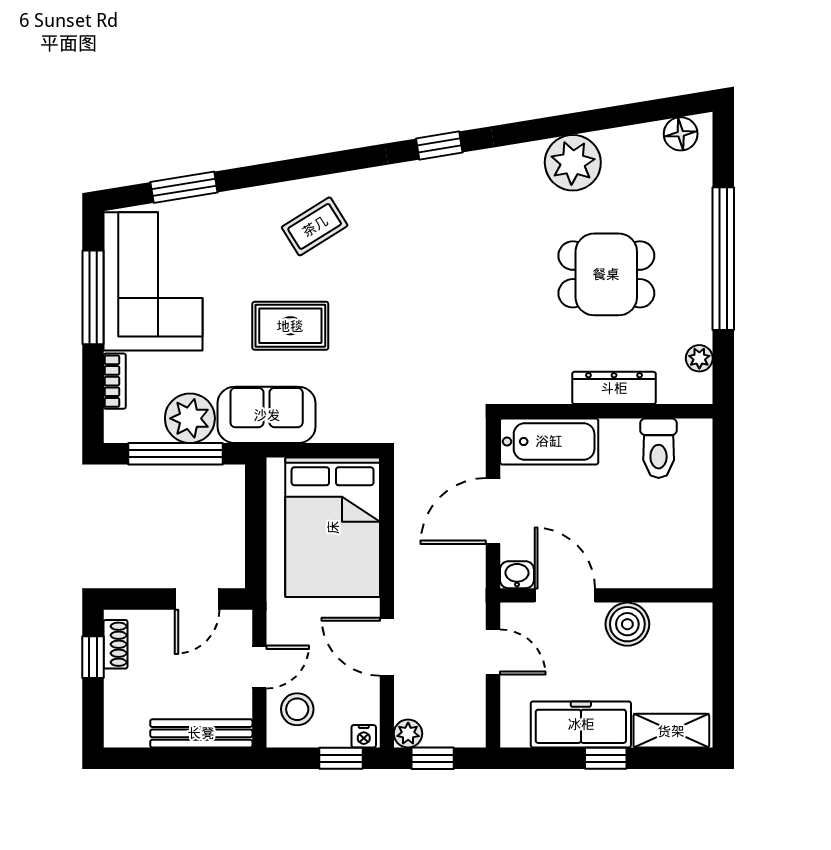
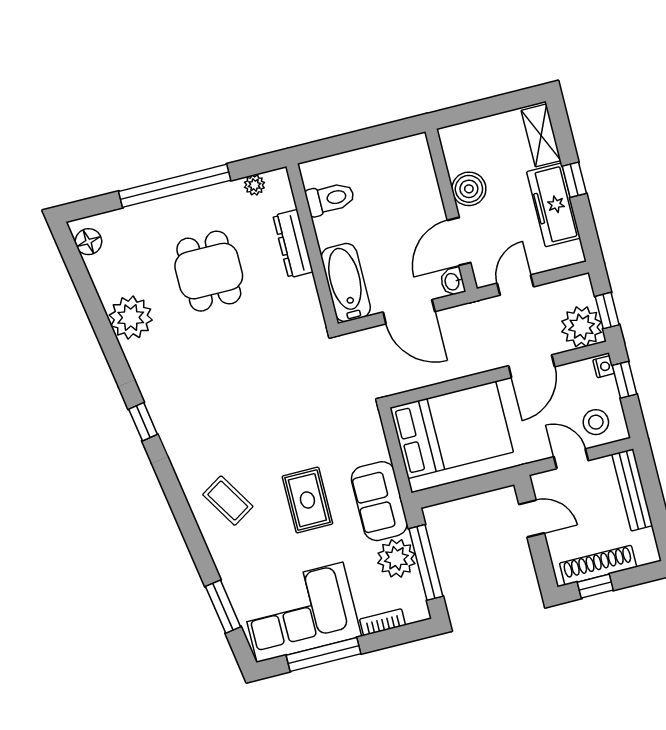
shoe rack: (115, 644) -> (598, 565), width x1.94, depth x1.24
plant: (408, 734) -> (582, 327), width x1.88, depth x1.88

